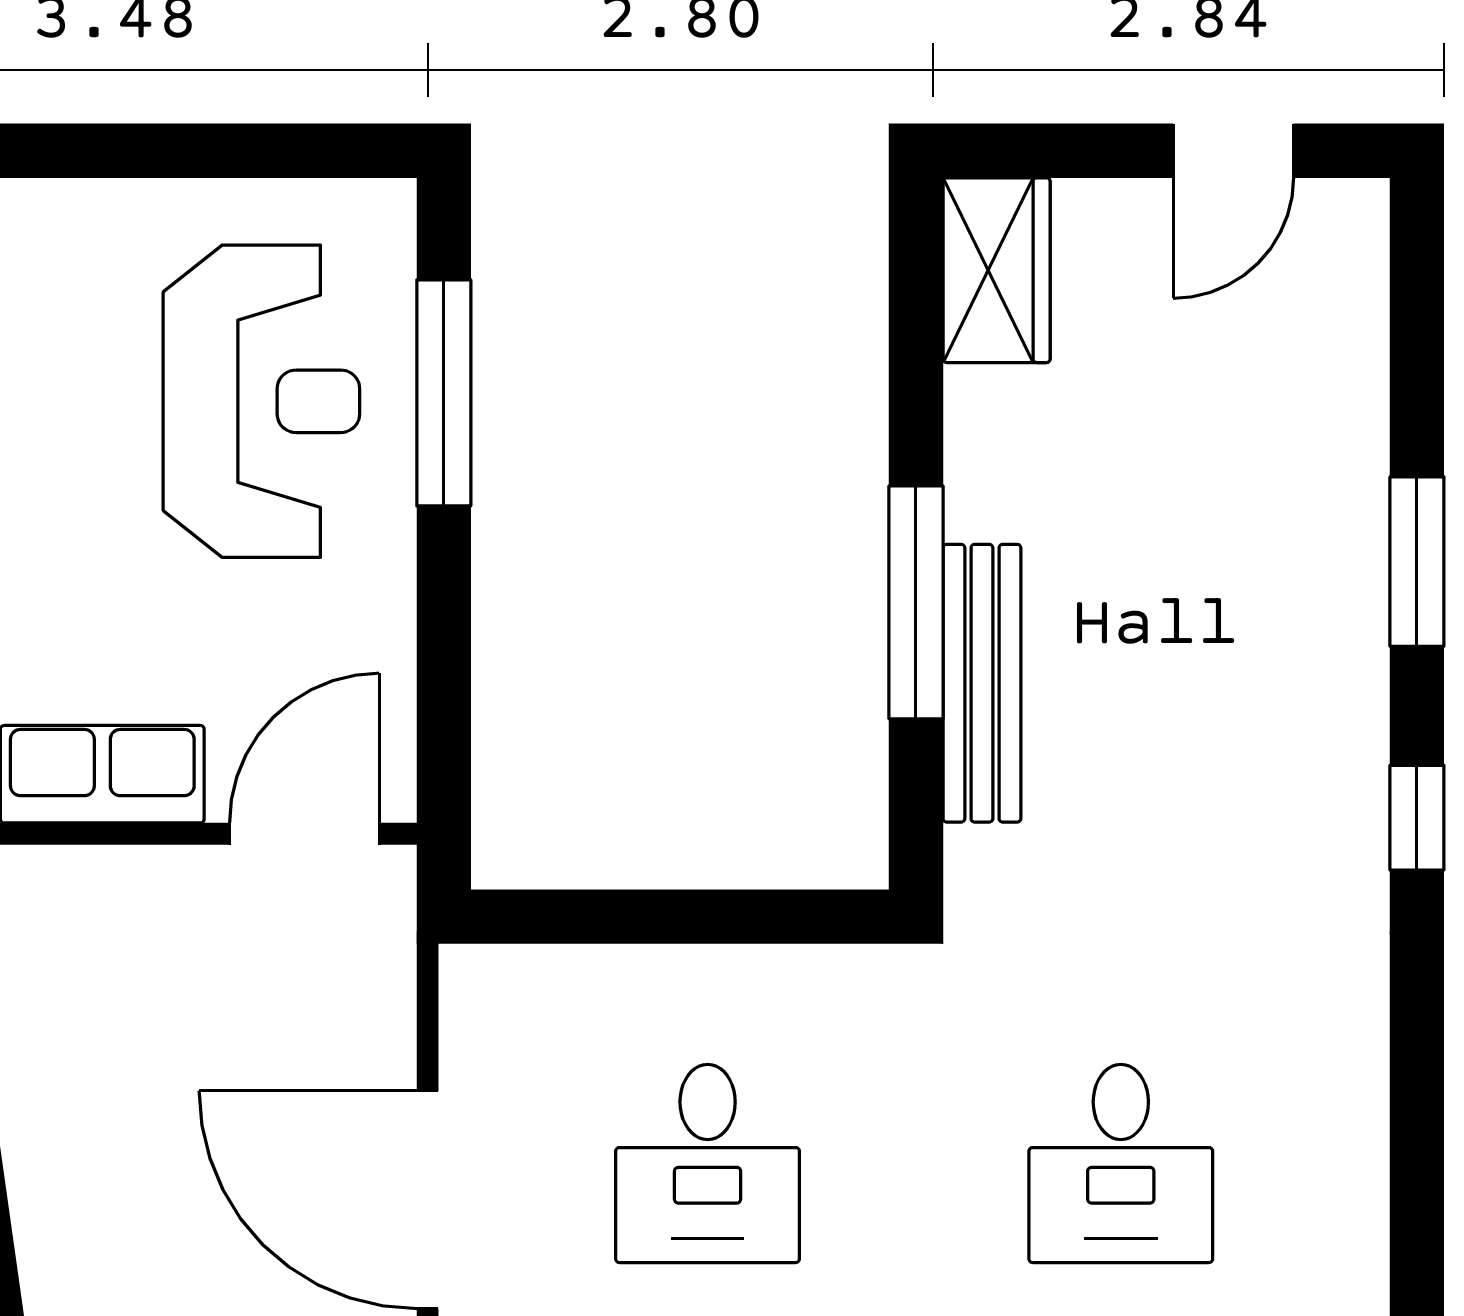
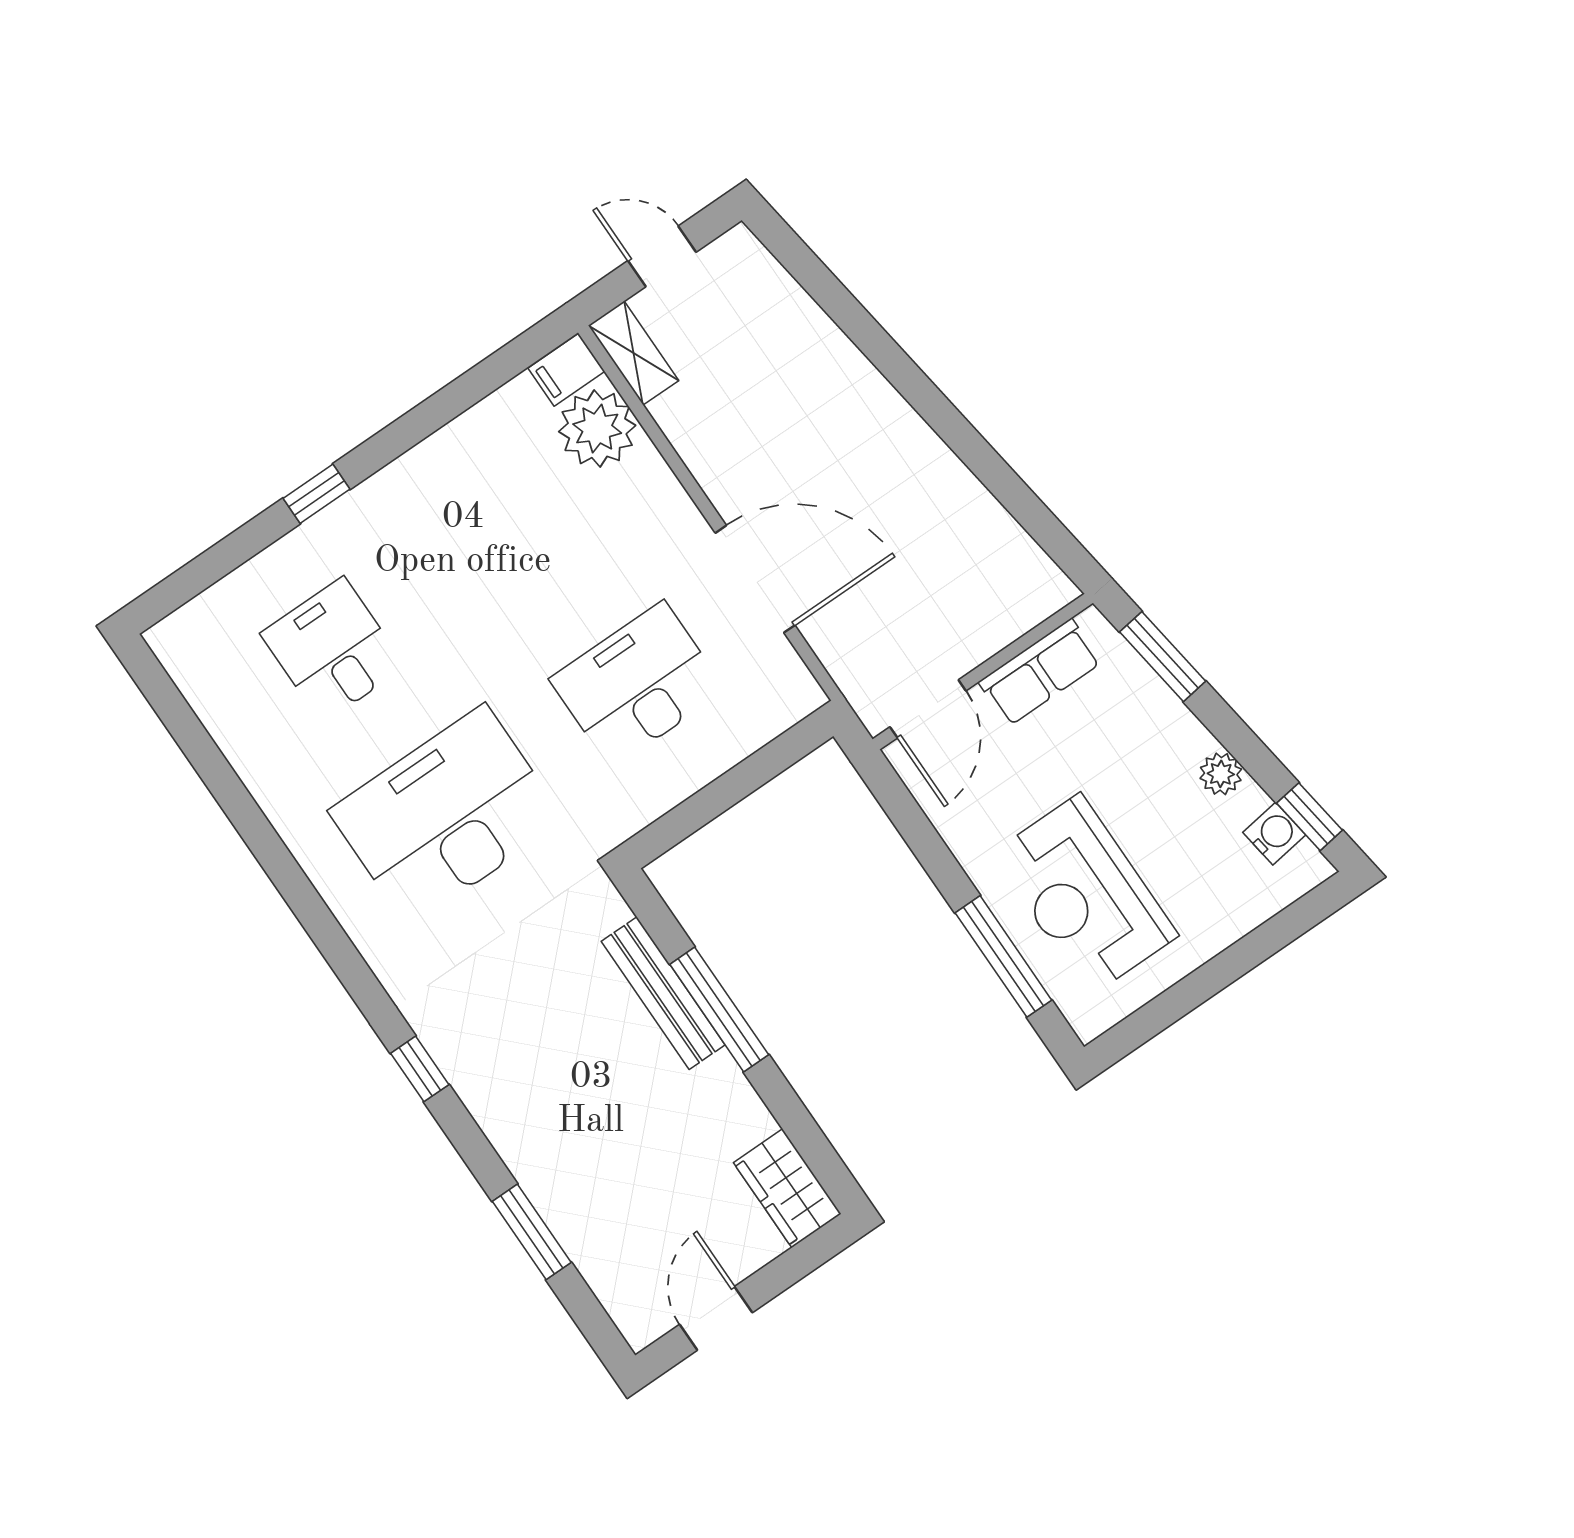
window: (1417, 562) -> (532, 1232), moved
desk: (708, 1163) -> (637, 685), width x1.37
desk: (1121, 1163) -> (447, 816), width x1.87, depth x1.30

